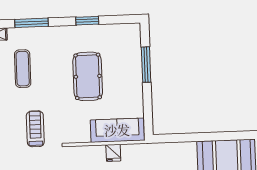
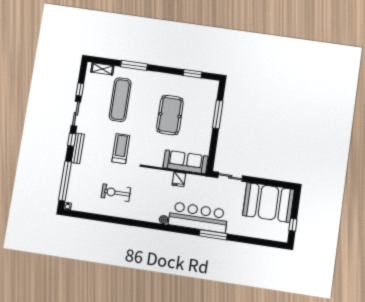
window: (87, 21) -> (193, 74), moved
exercise mat: (23, 69) -> (120, 100), width x1.36, depth x1.45
sliding door: (175, 138) -> (230, 177), added

